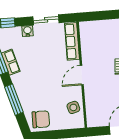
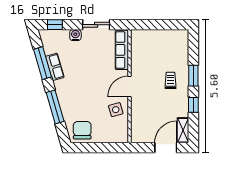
side table: (73, 107) -> (116, 110), moved
chair: (41, 119) -> (82, 130), turned -90

